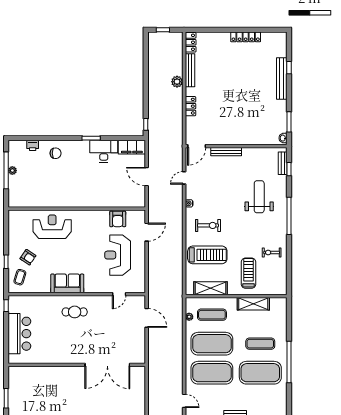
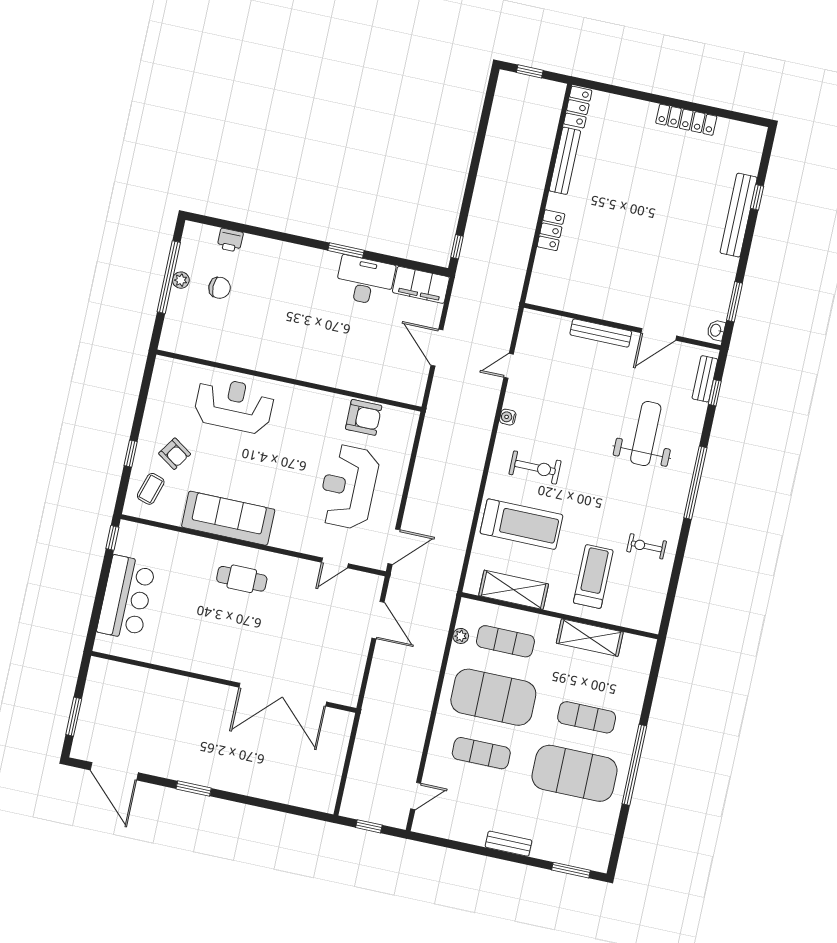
plant: (177, 82) -> (535, 177), removed
door: (197, 146) -> (659, 334), moved
chair: (56, 153) -> (220, 288), moved
armchair: (118, 219) -> (364, 417), turned -90
door: (147, 232) -> (394, 547), moved
sofa: (67, 283) -> (228, 518), width x1.36
exercise mat: (212, 373) -> (481, 753), width x0.50, depth x0.69
door: (184, 401) -> (416, 796), hinge flipped

